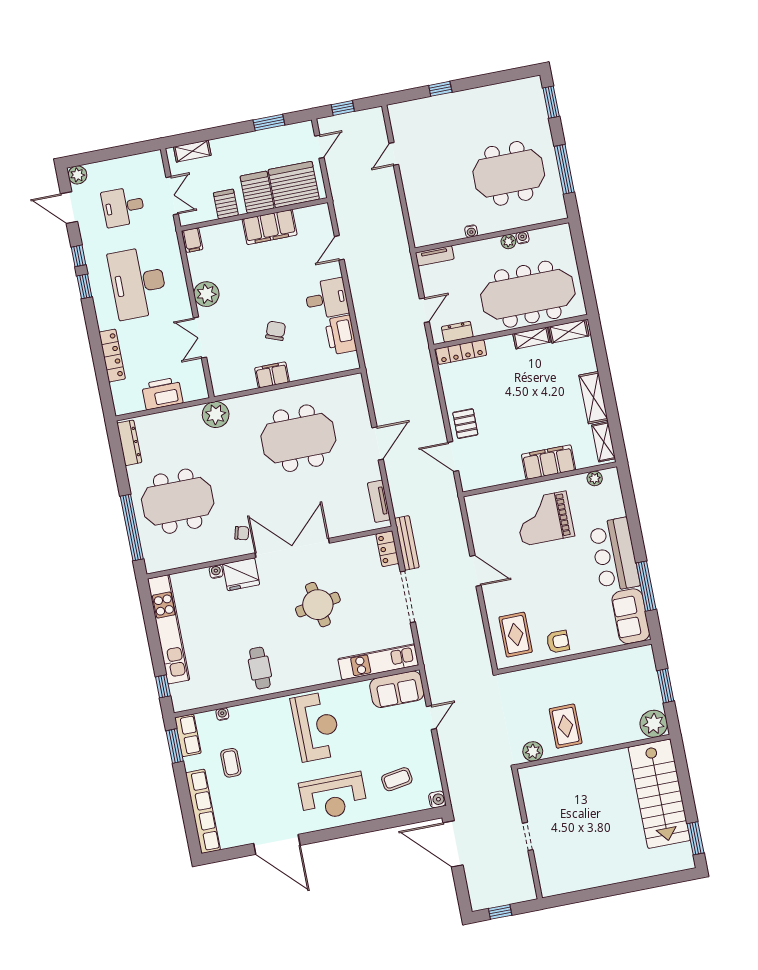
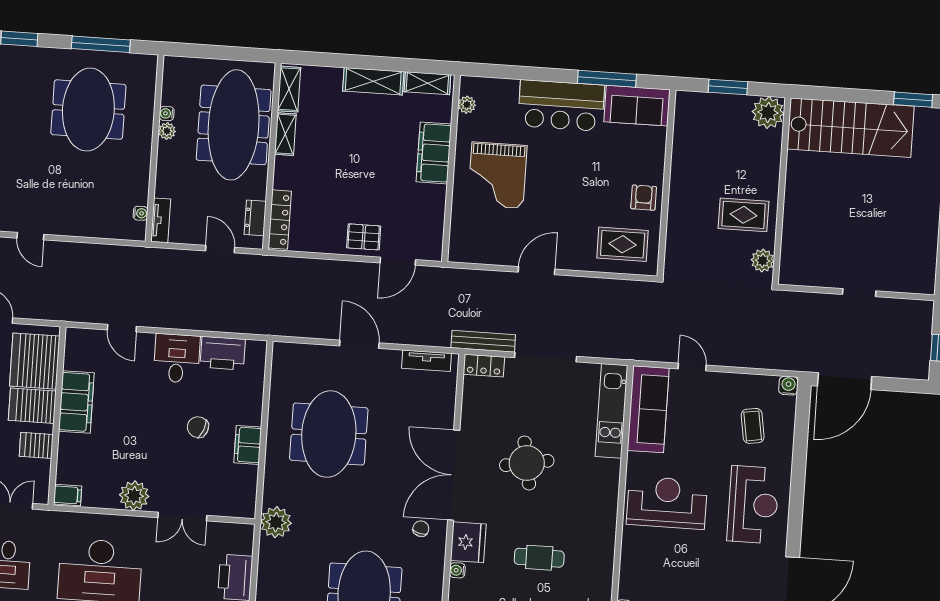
water cooler: (471, 231) -> (140, 213), moved
cafe table: (260, 668) -> (539, 558), moved
sofa: (397, 689) -> (648, 409), width x1.36

